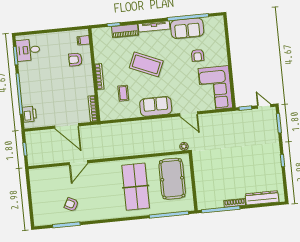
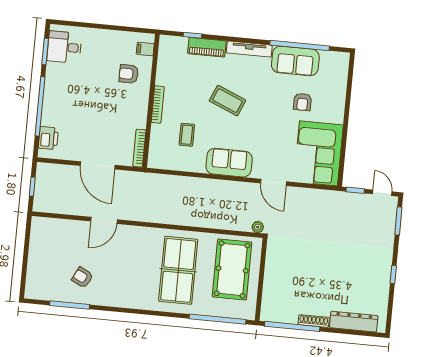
coffee table: (146, 64) -> (227, 101), width x0.73, depth x0.76

